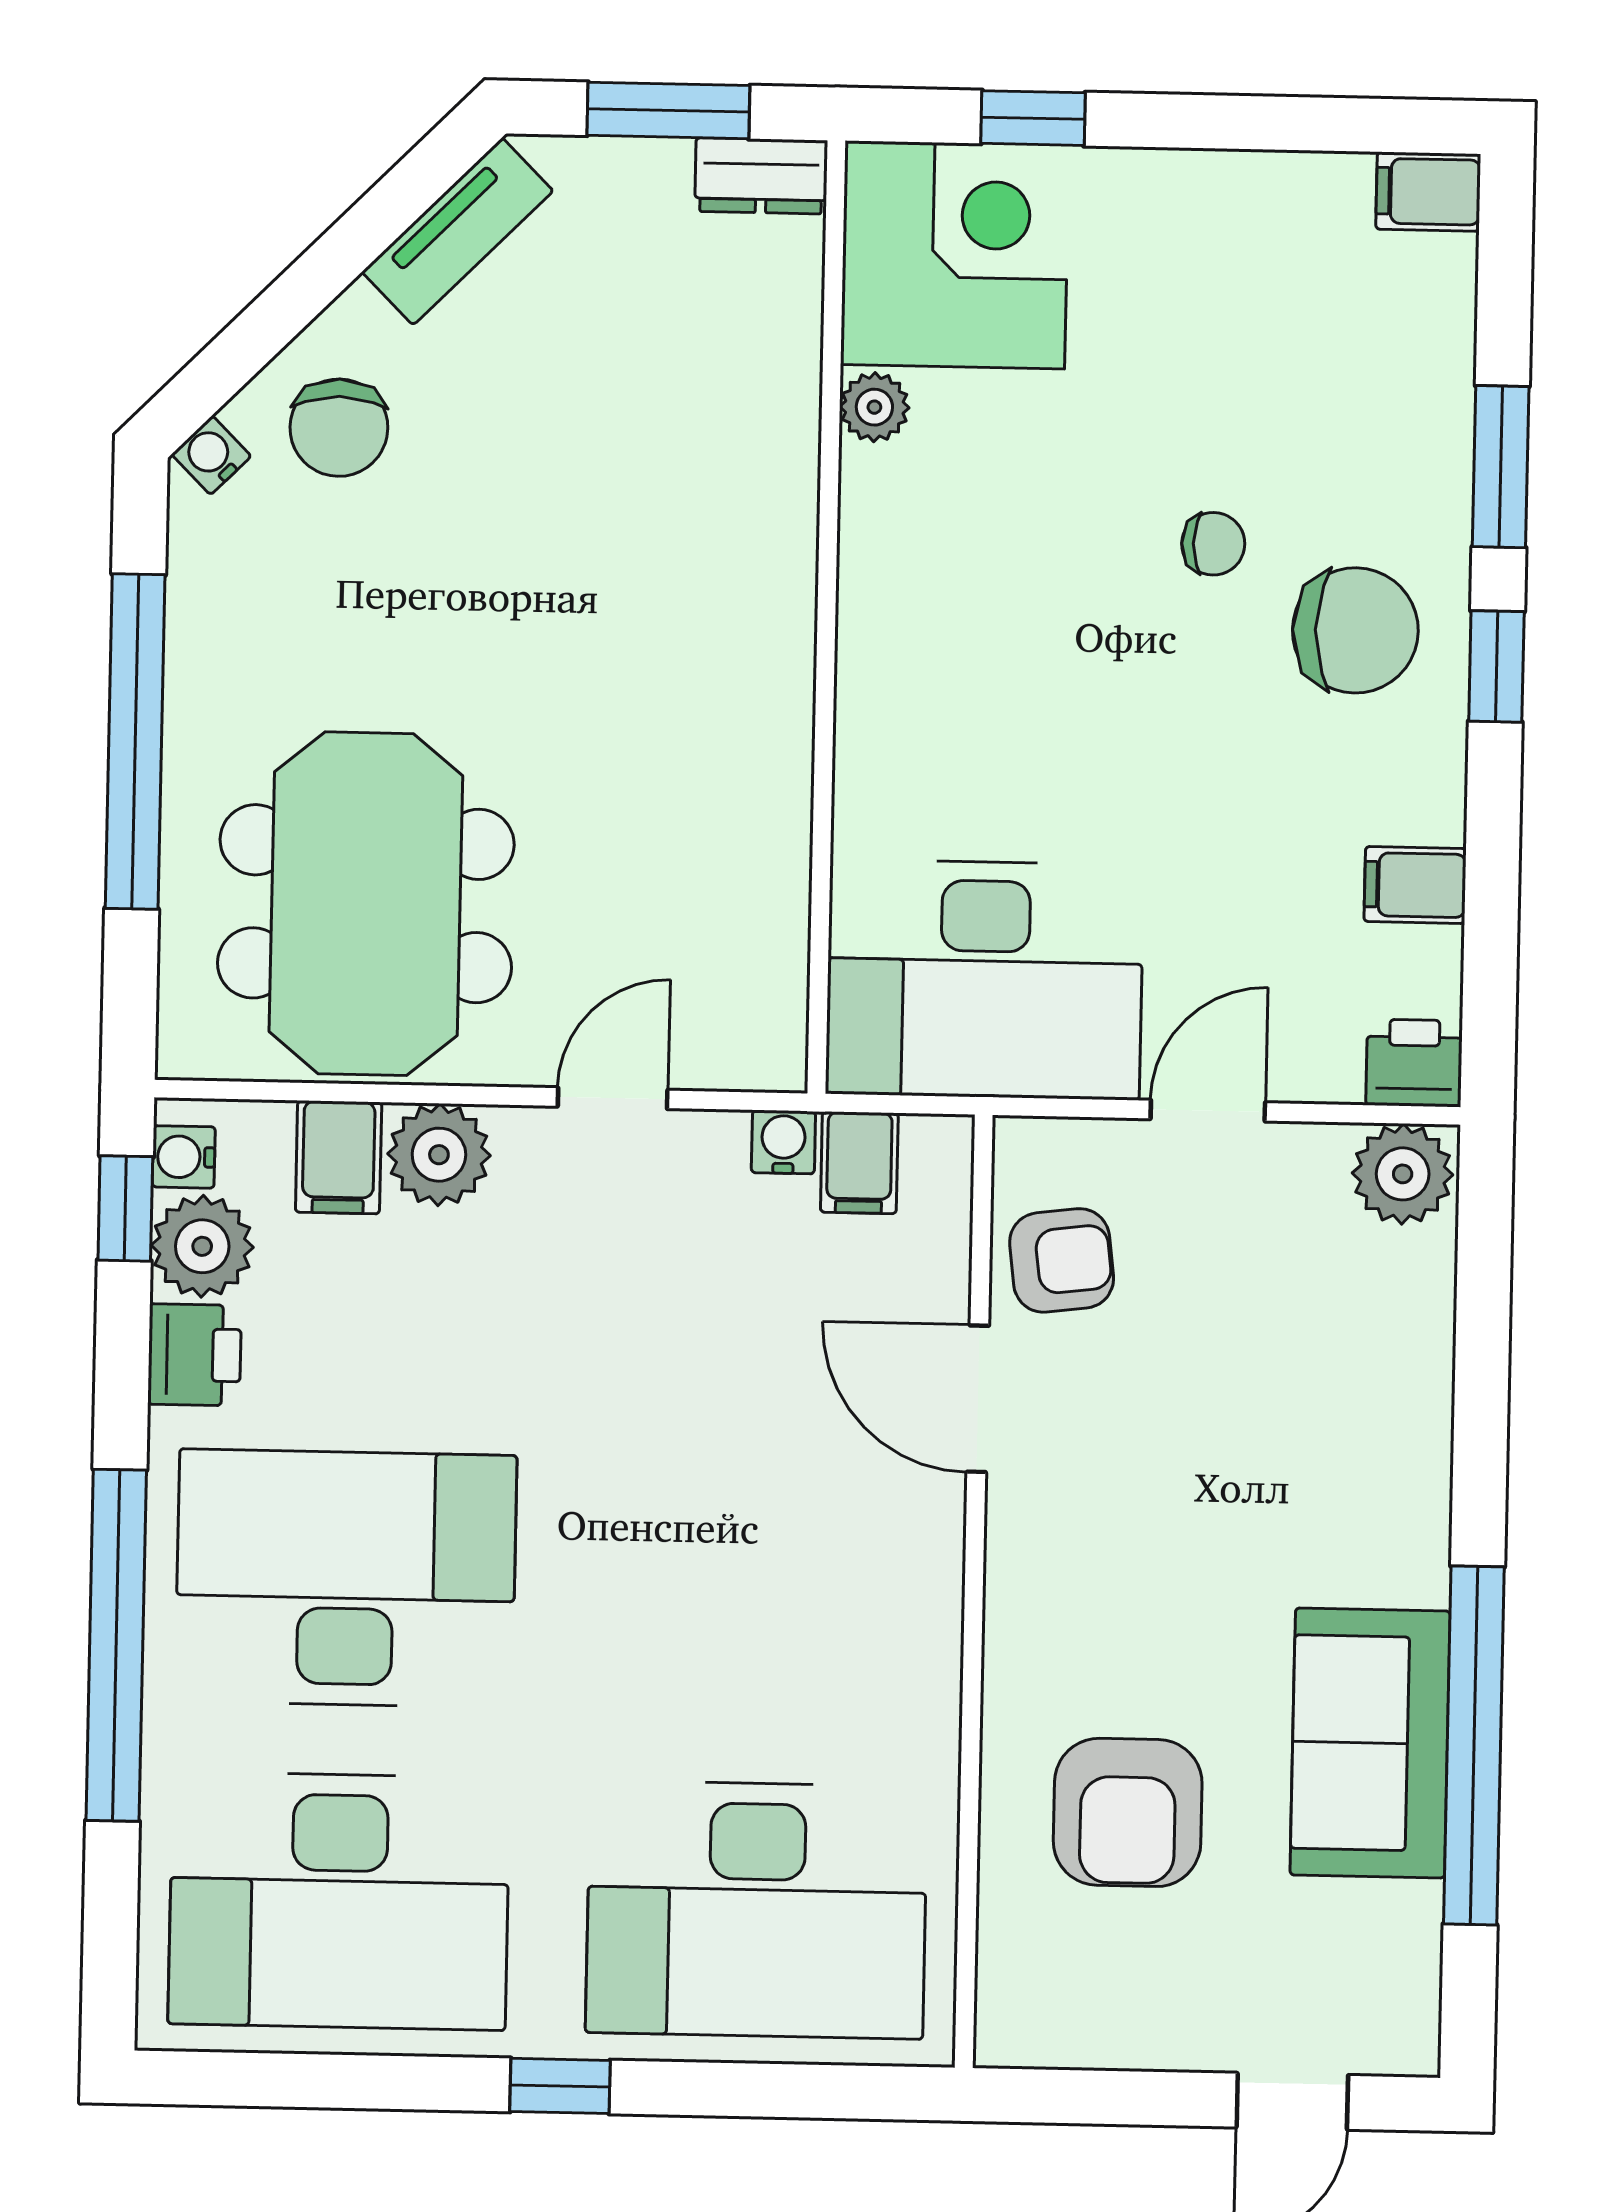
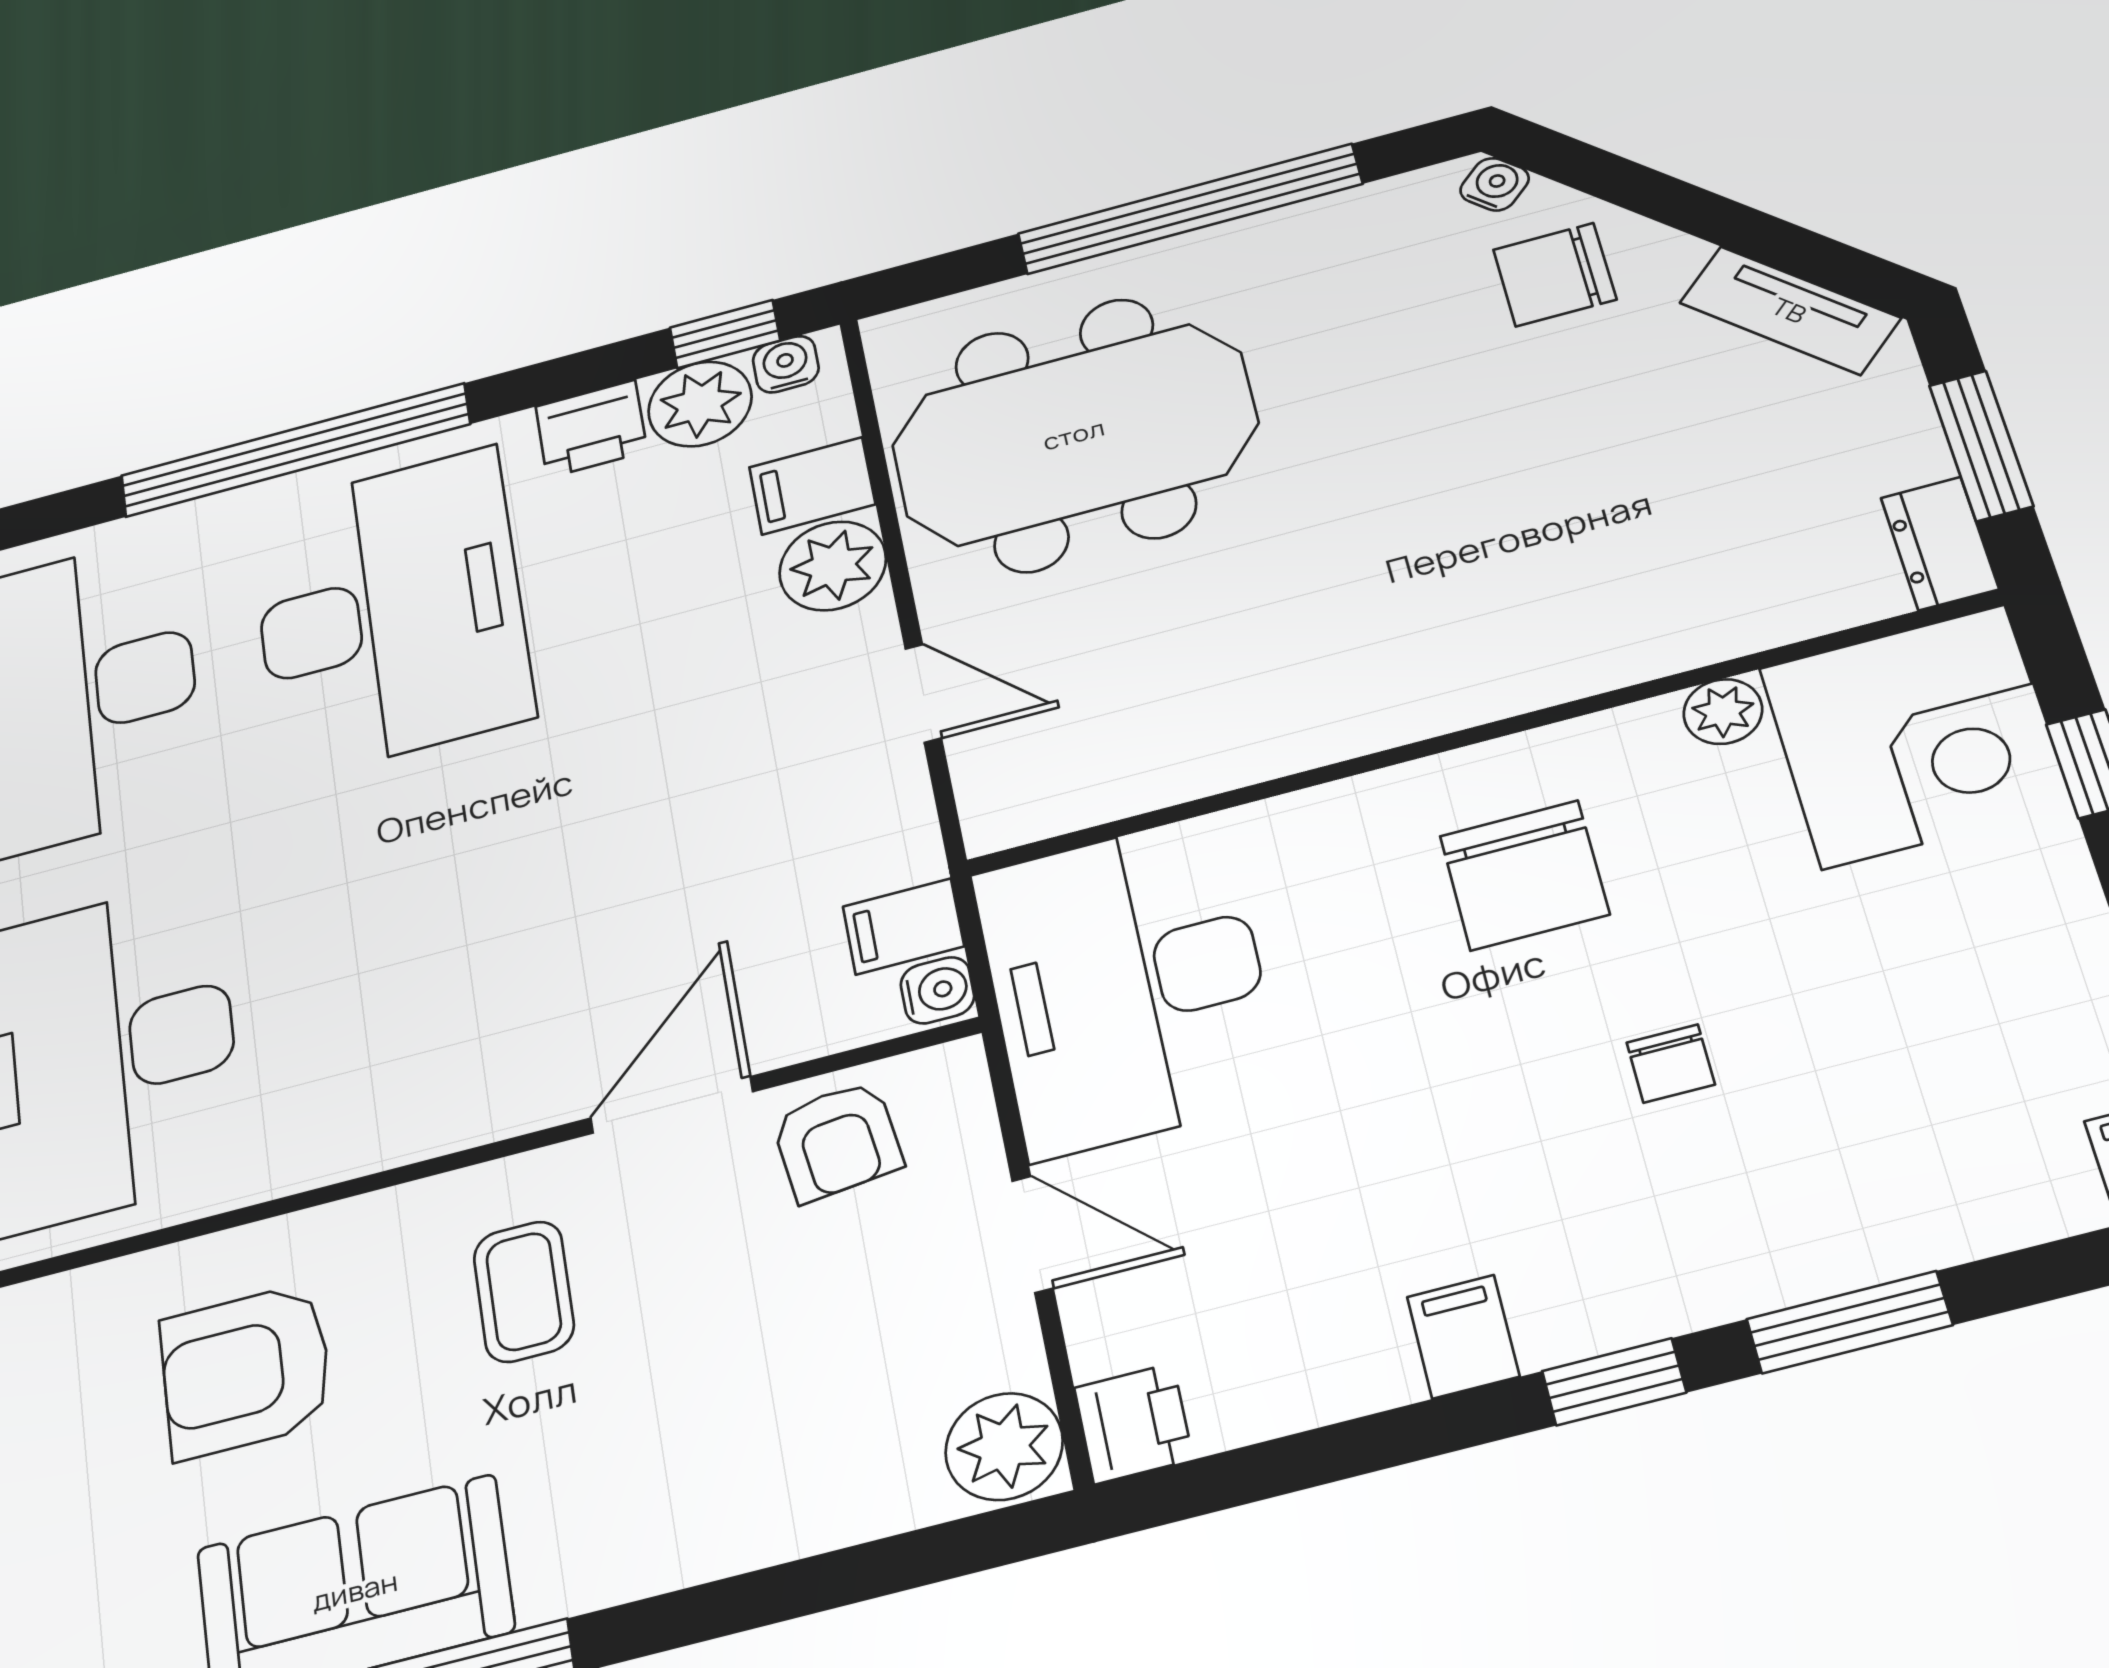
chair: (1355, 630) -> (1524, 875), moved
filing cabinet: (1415, 885) -> (1463, 1337), moved
water cooler: (783, 1142) -> (937, 990), moved
coffee table: (1125, 1557) -> (524, 1292), added

